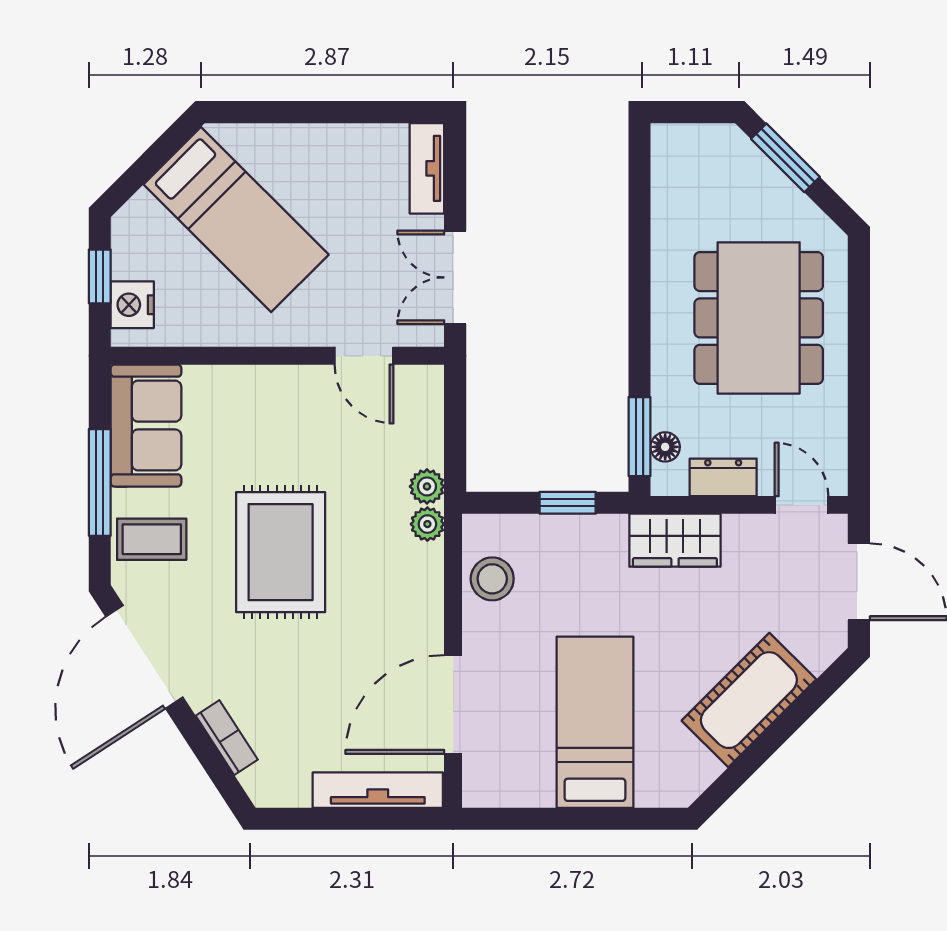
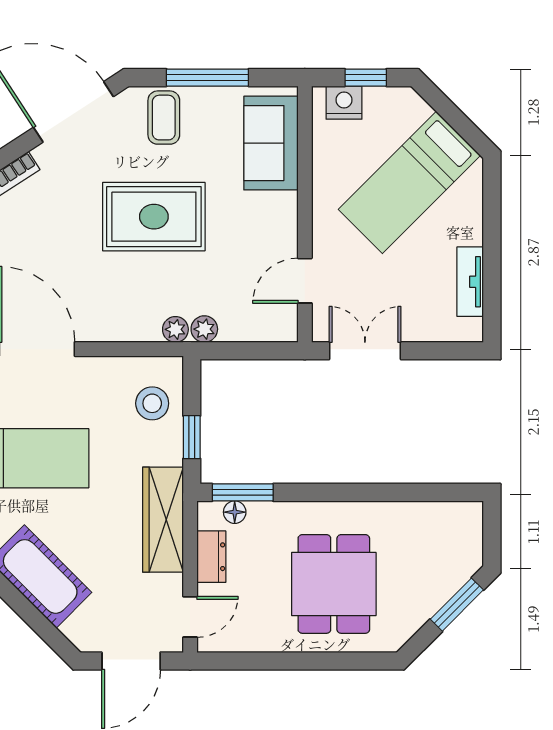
tv unit: (427, 168) -> (470, 282), moved, turned -90
dining table: (759, 318) -> (334, 584), width x0.73
sofa: (146, 426) -> (271, 143), moved, turned 90
wardrobe: (675, 540) -> (163, 520), width x1.50
stool: (492, 579) -> (152, 403), moved

